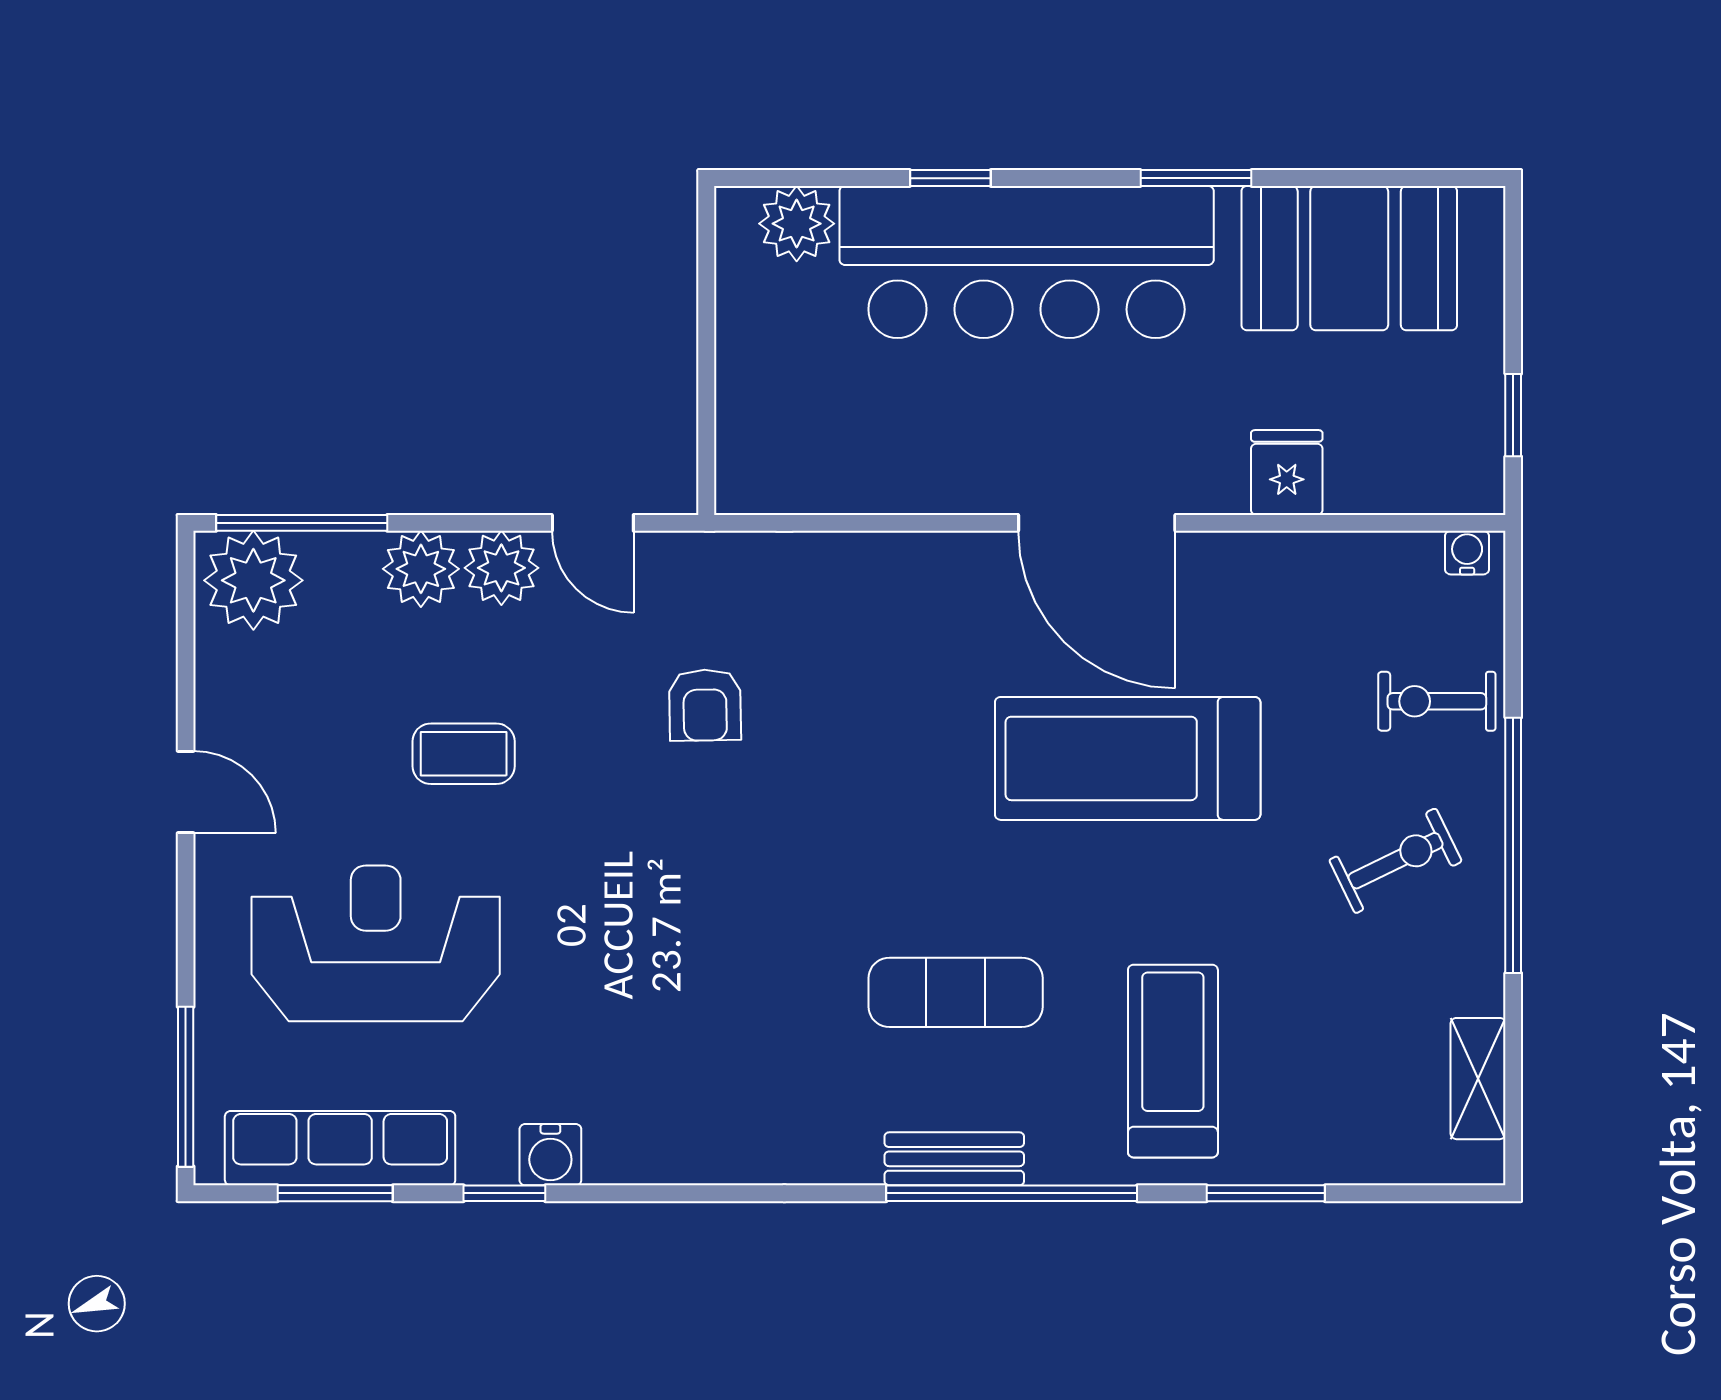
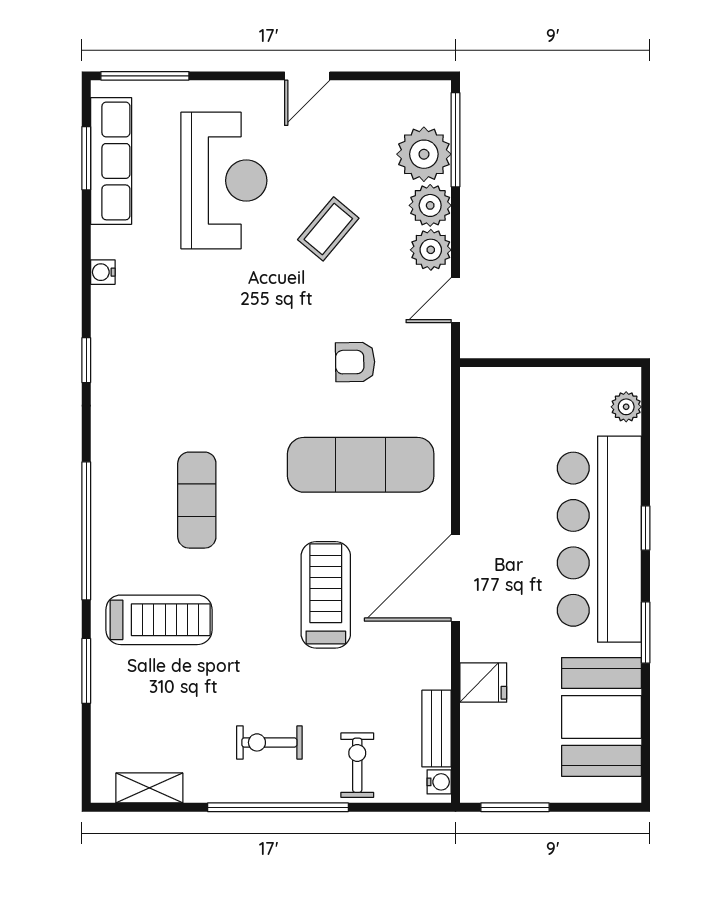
window: (950, 178) -> (646, 528), moved
plant: (797, 224) -> (626, 407), width x0.73, depth x0.73
window: (1513, 415) -> (515, 807), width x1.50
plant: (253, 580) -> (424, 154), moved
exercise mat: (892, 695) -> (361, 465), added
coffee table: (464, 754) -> (328, 229), turned 40
treadmill: (1128, 758) -> (326, 595), width x0.73, depth x0.73
exercise bike: (1396, 861) -> (269, 742), turned 116
water cooler: (550, 1155) -> (103, 272), width x0.72, depth x0.72
bench: (954, 1159) -> (437, 729), moved
window: (504, 1193) -> (86, 360), moved

